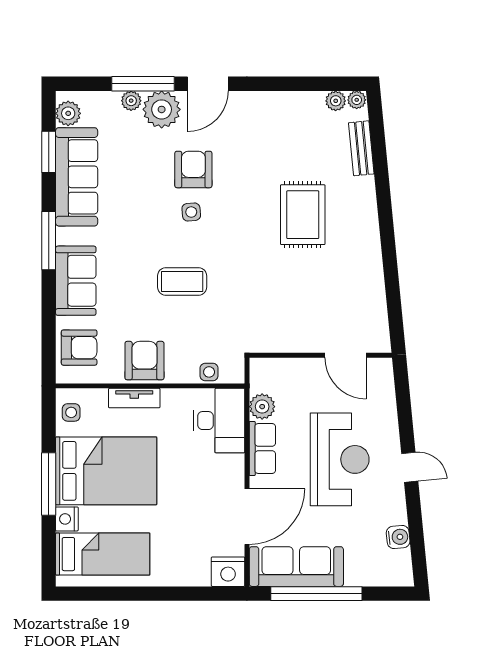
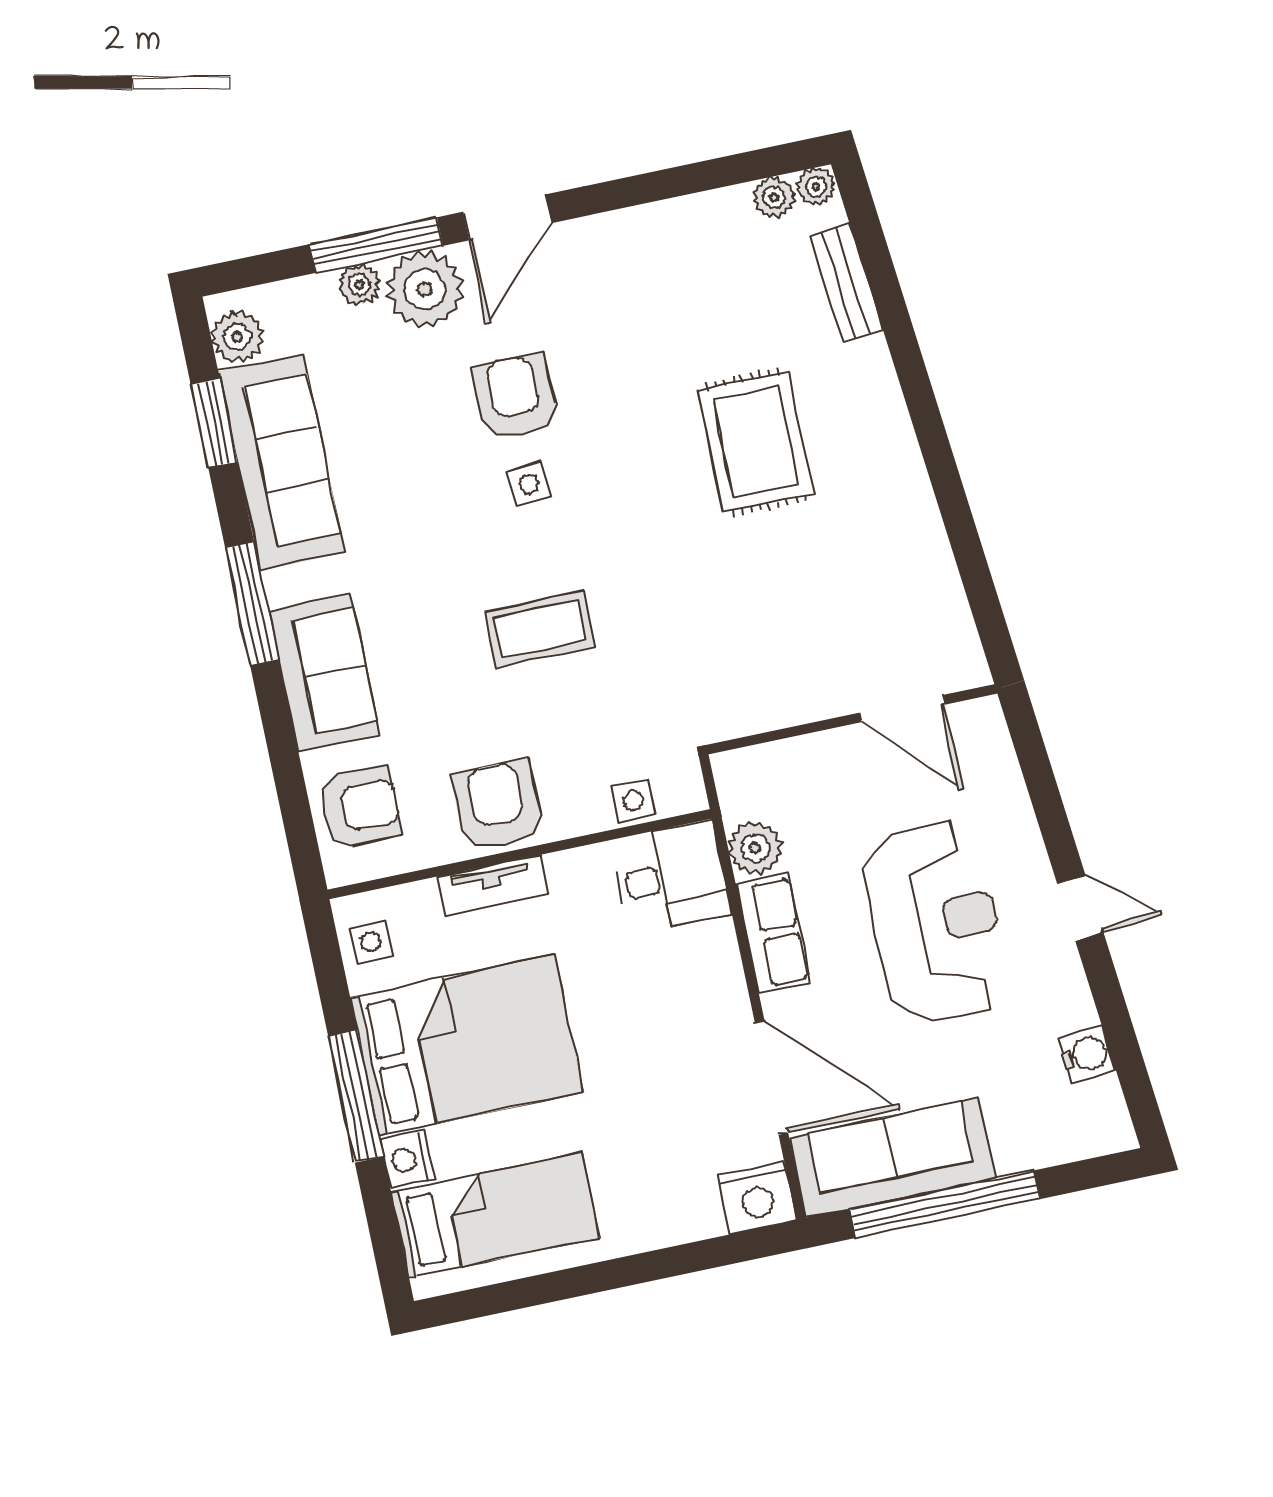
desk: (219, 421) -> (671, 877), width x0.73
door: (247, 517) -> (772, 1078), hinge flipped

